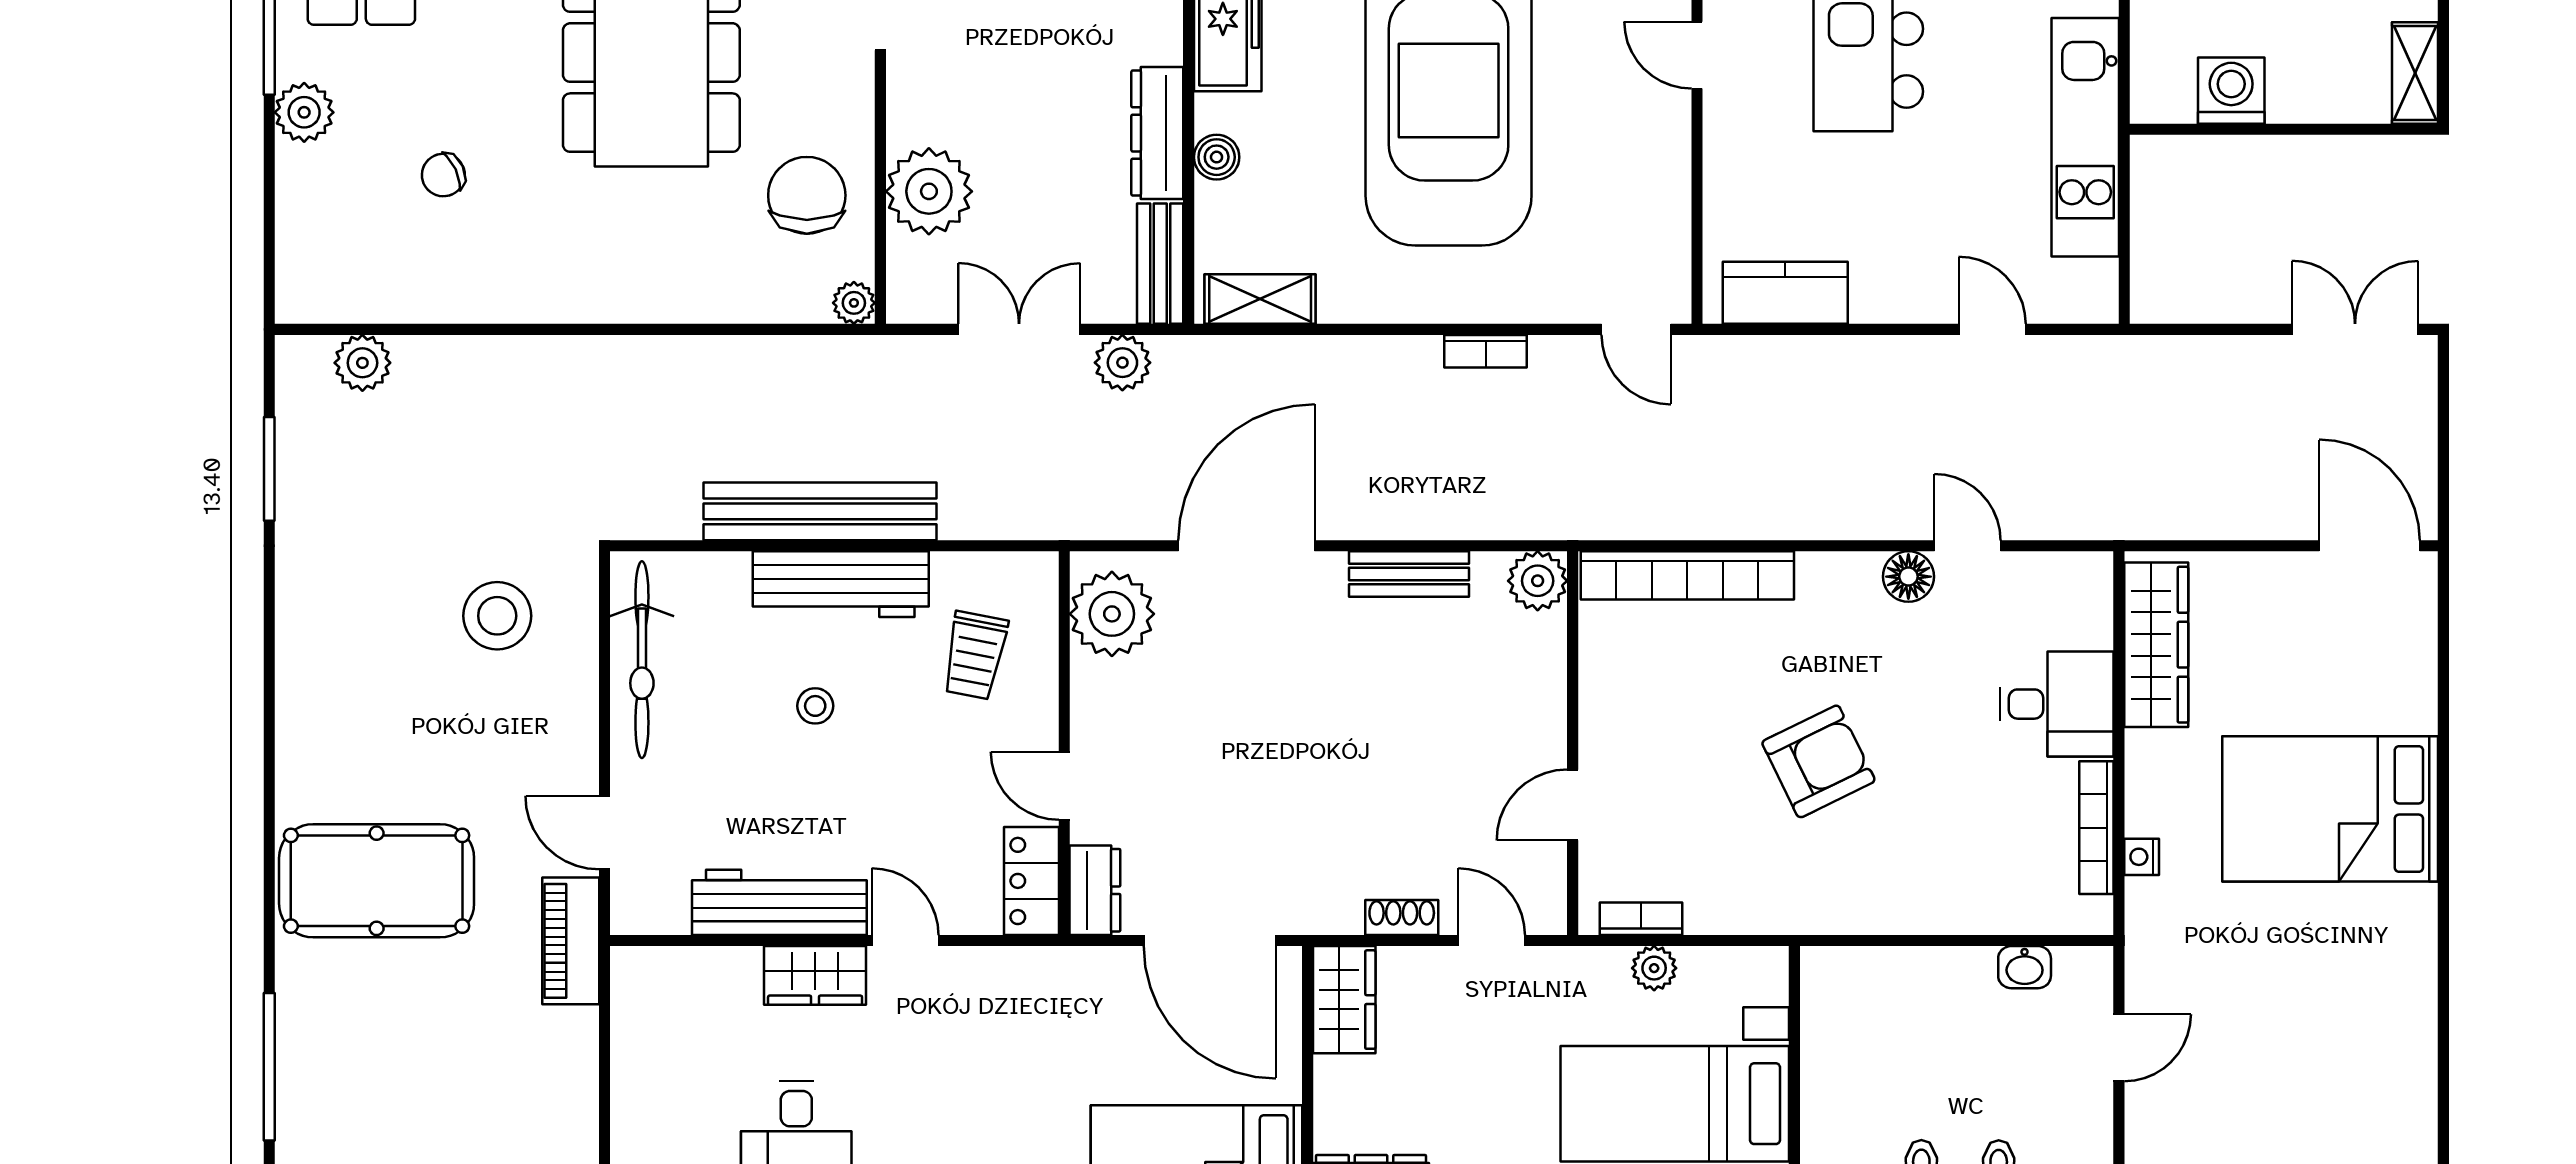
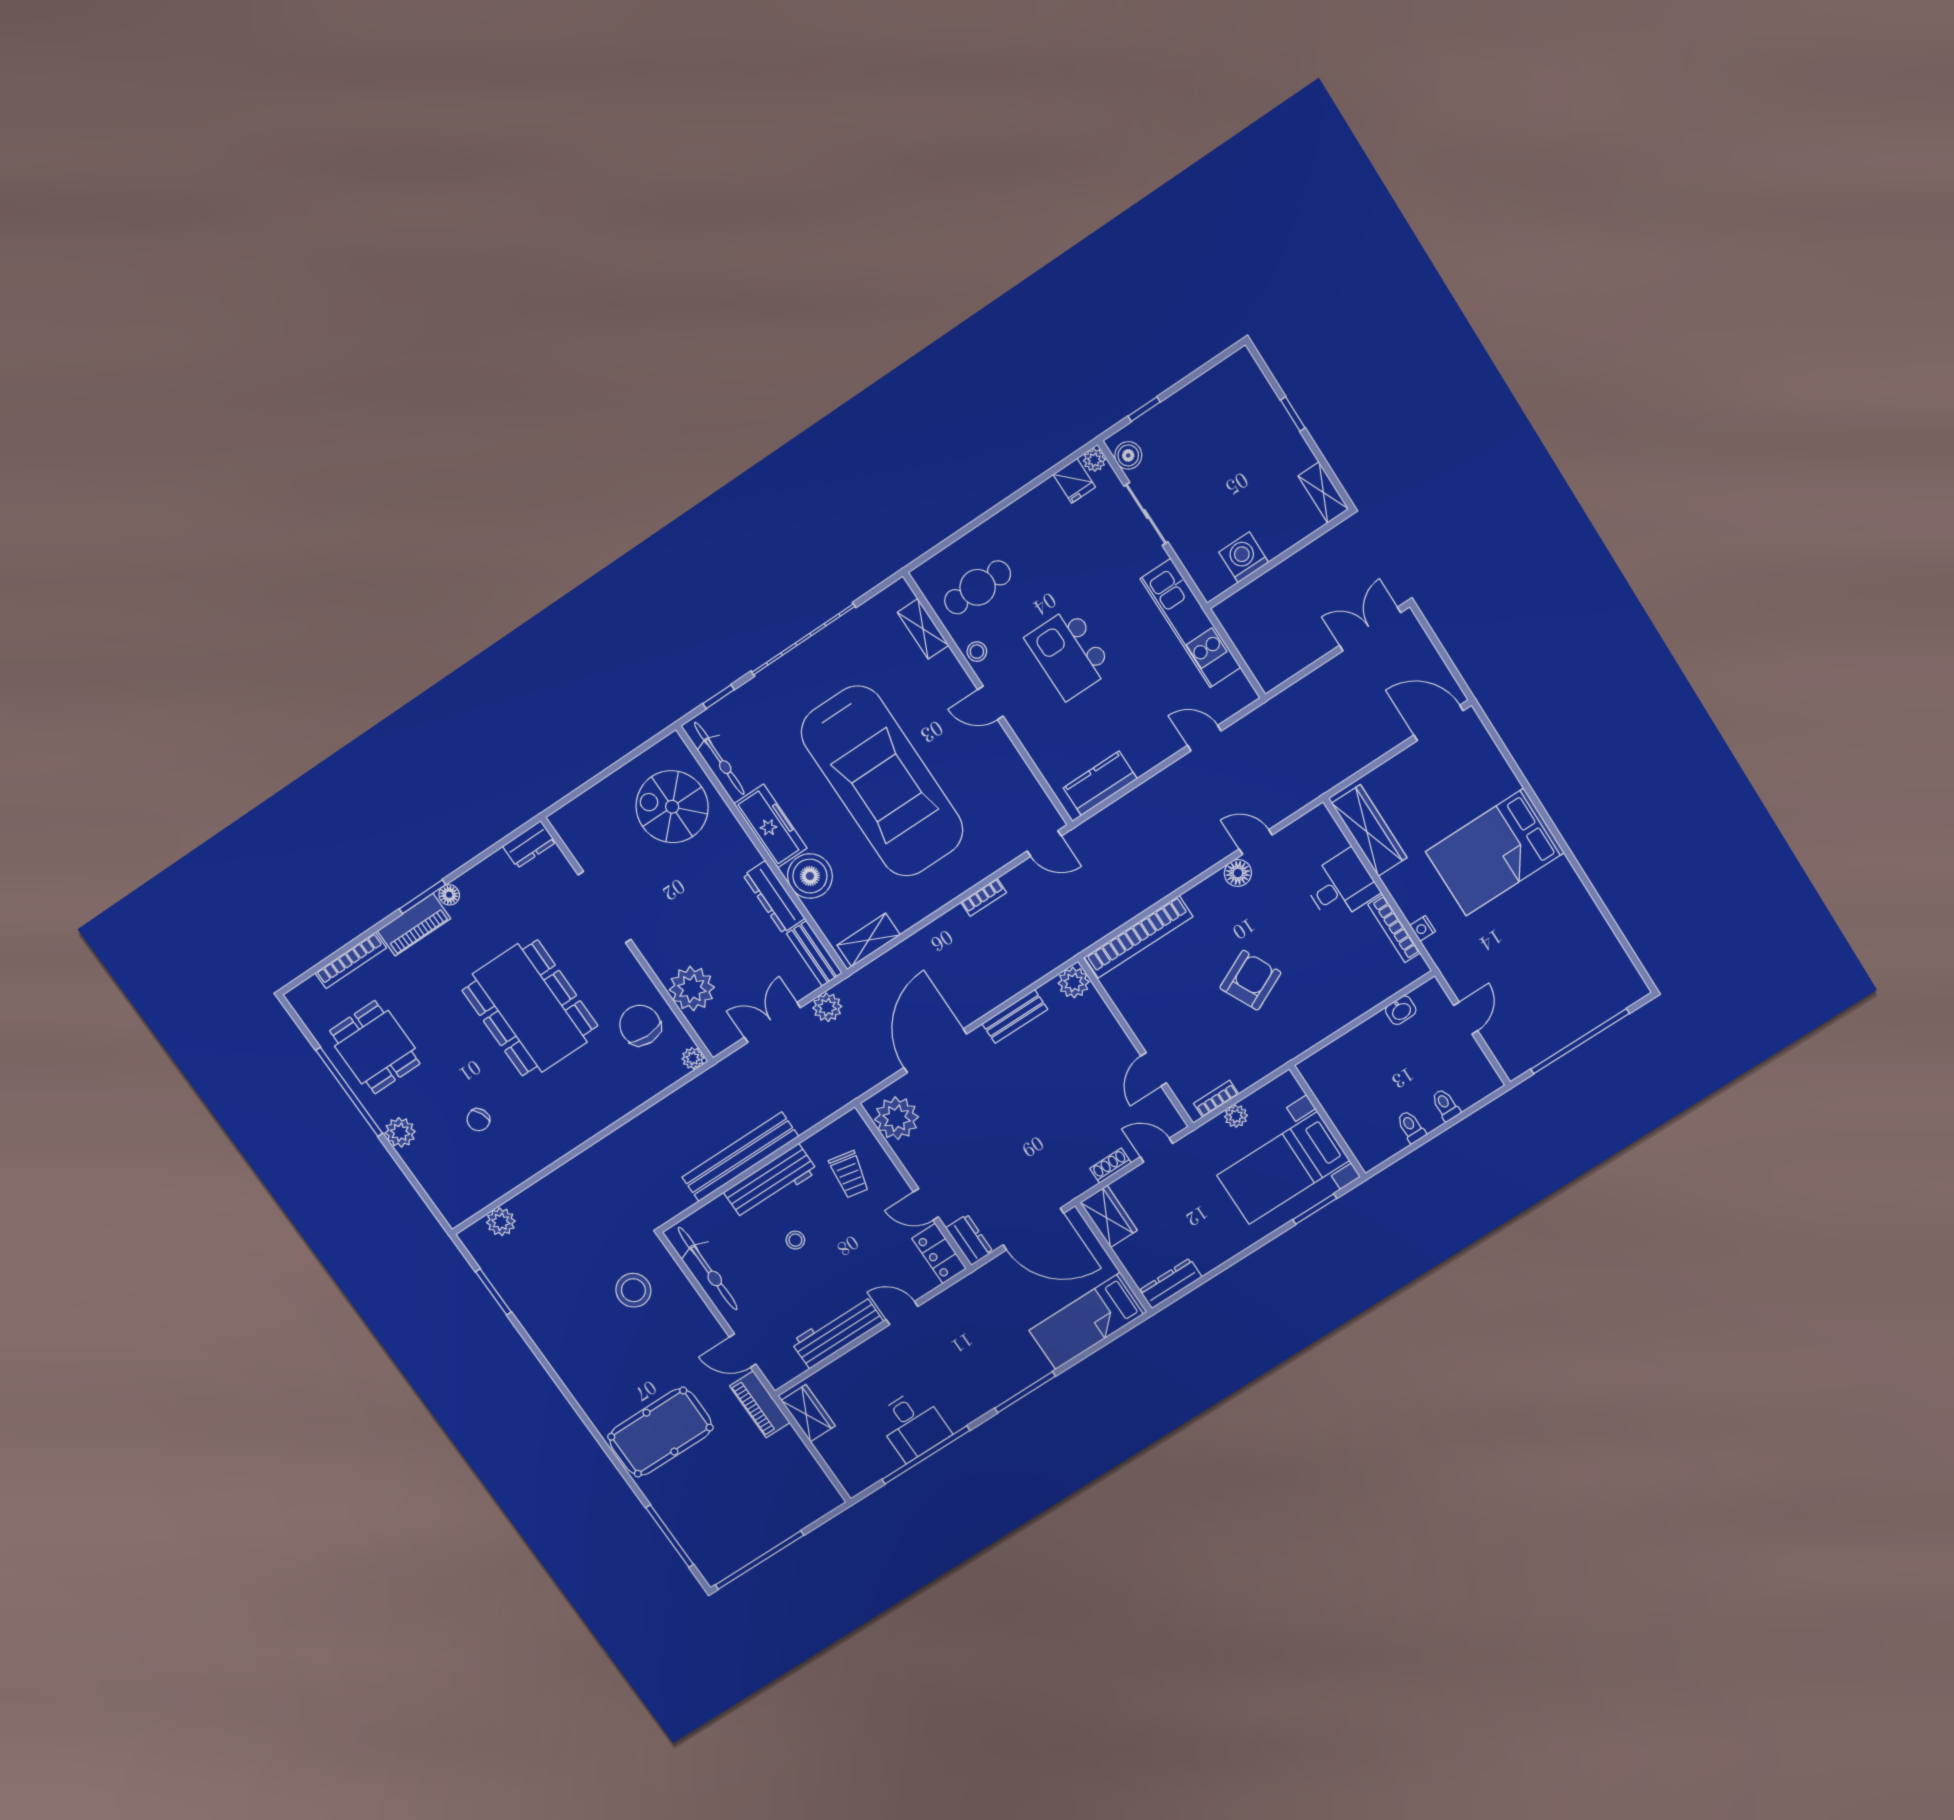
boiler: (1217, 157) -> (810, 876), width x1.86, depth x1.86
wardrobe: (815, 975) -> (808, 1413), moved, turned -90

